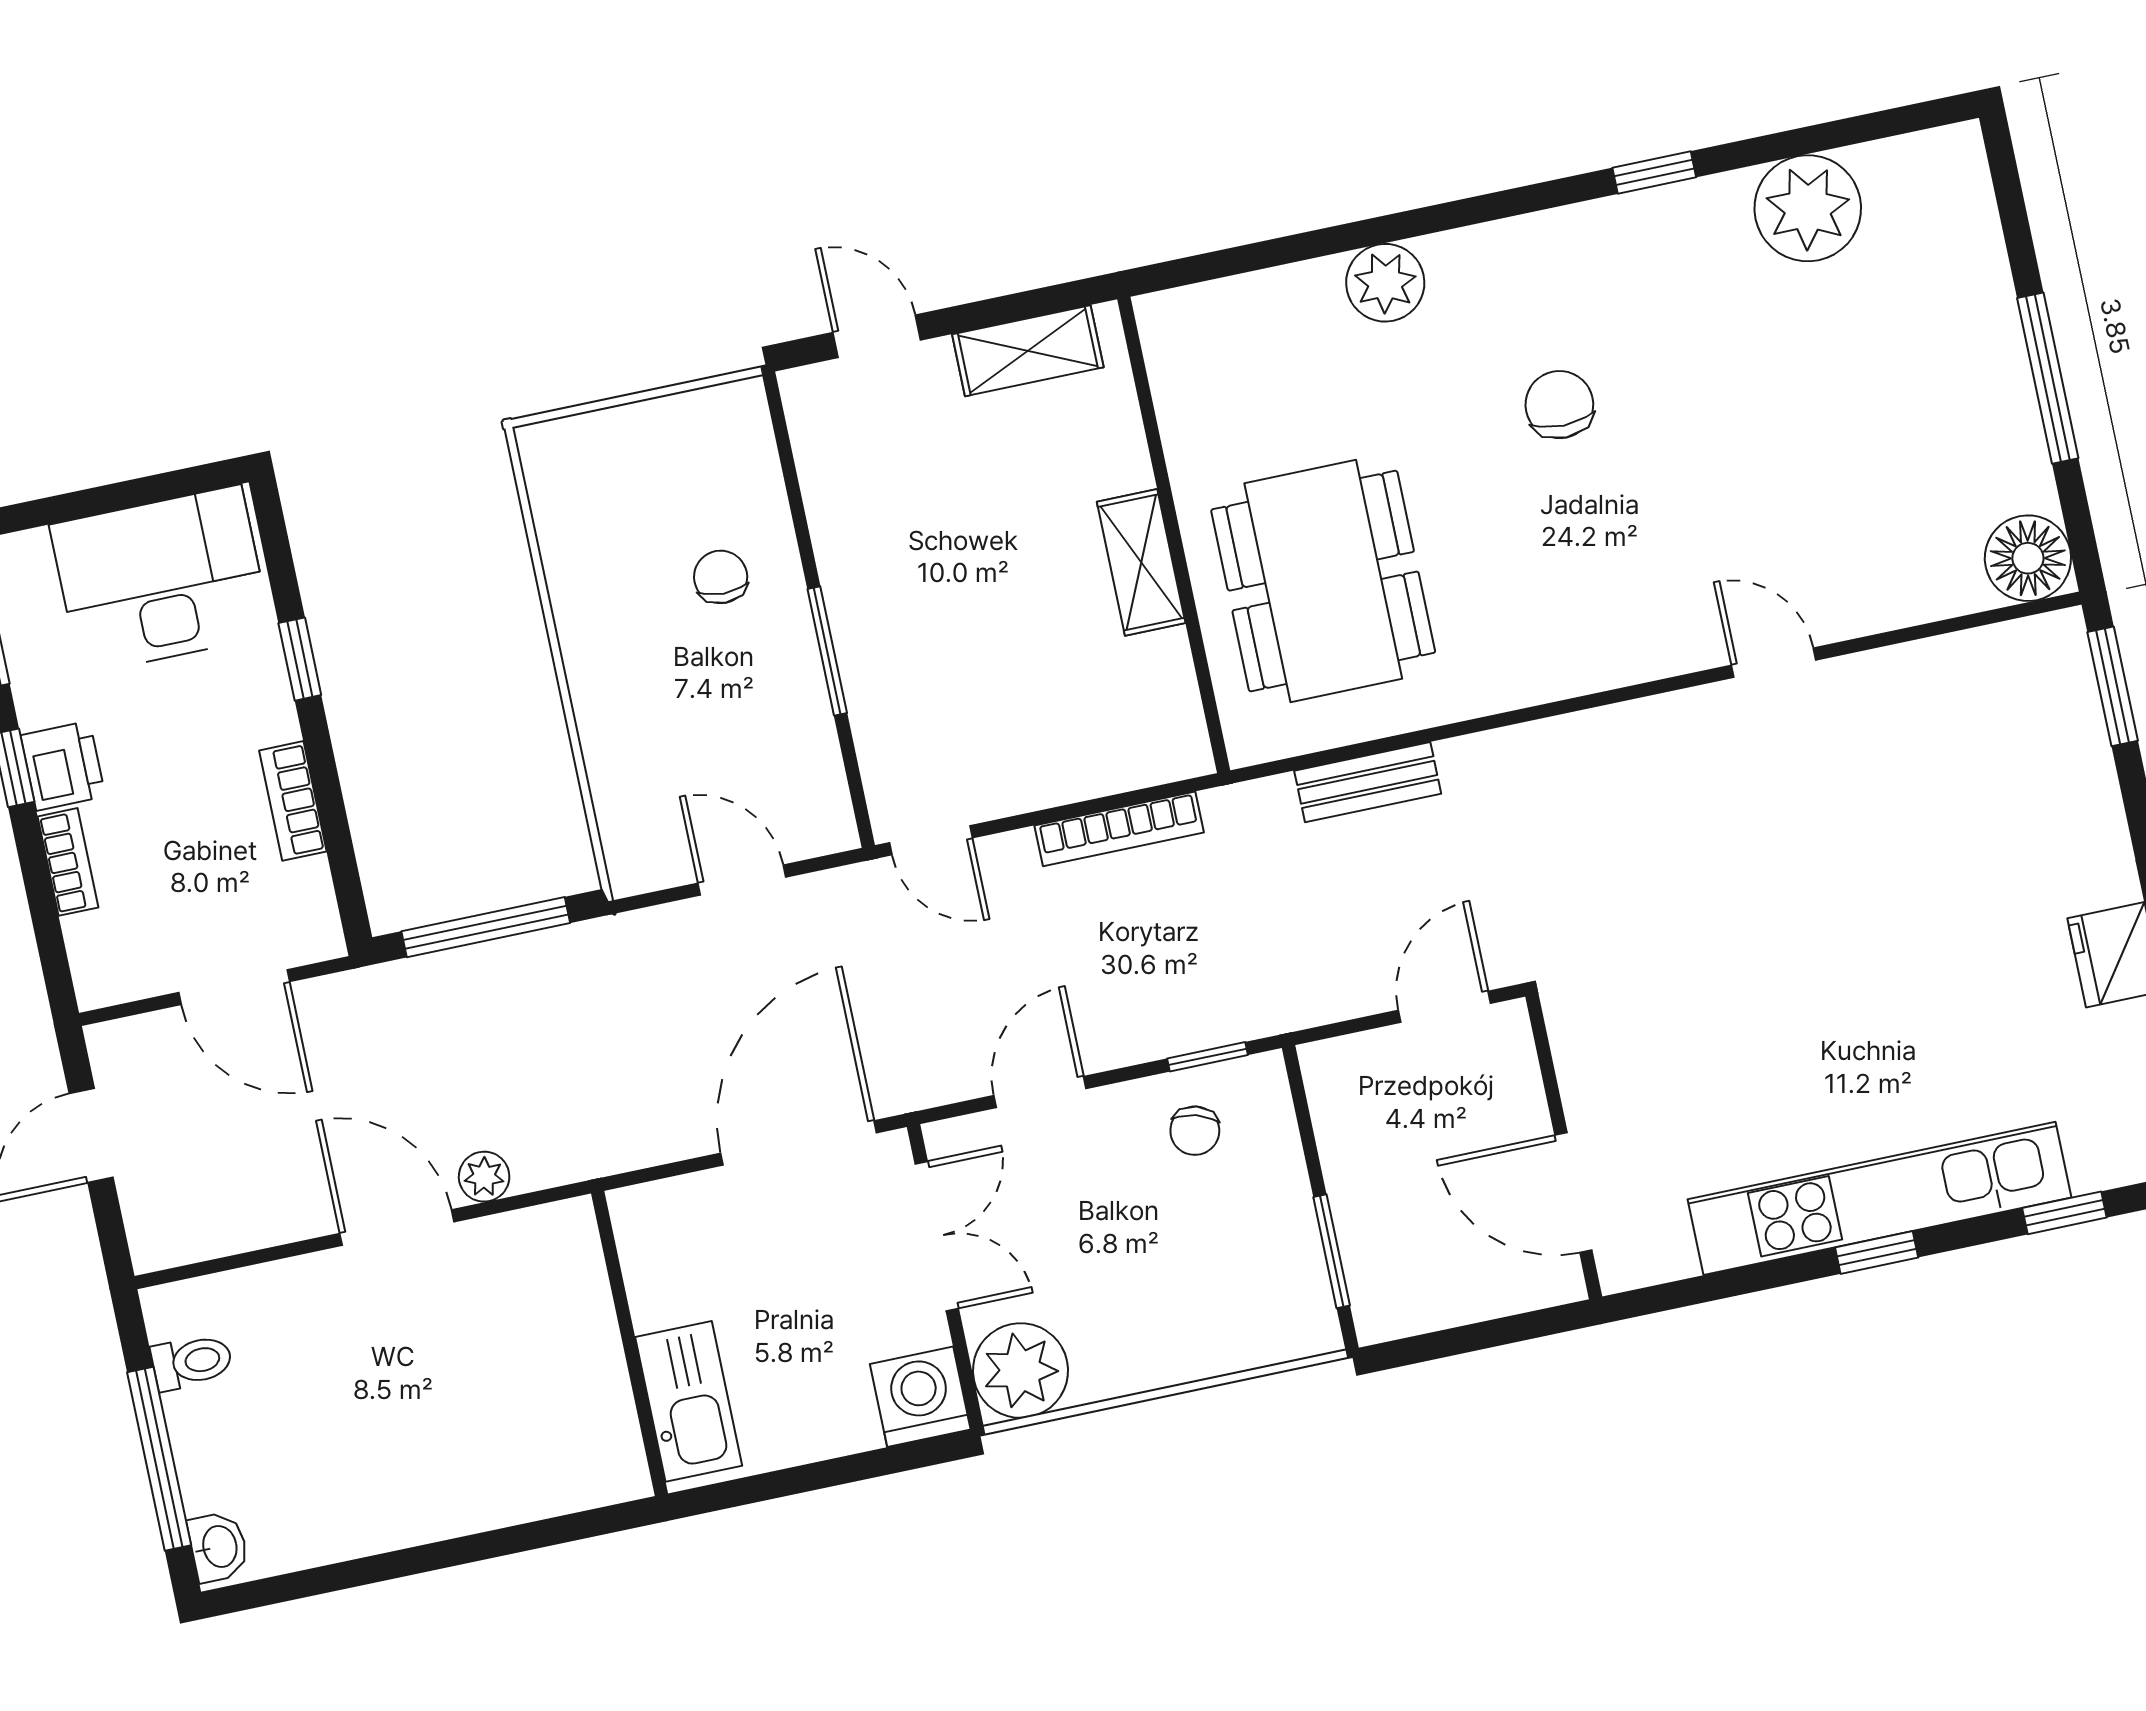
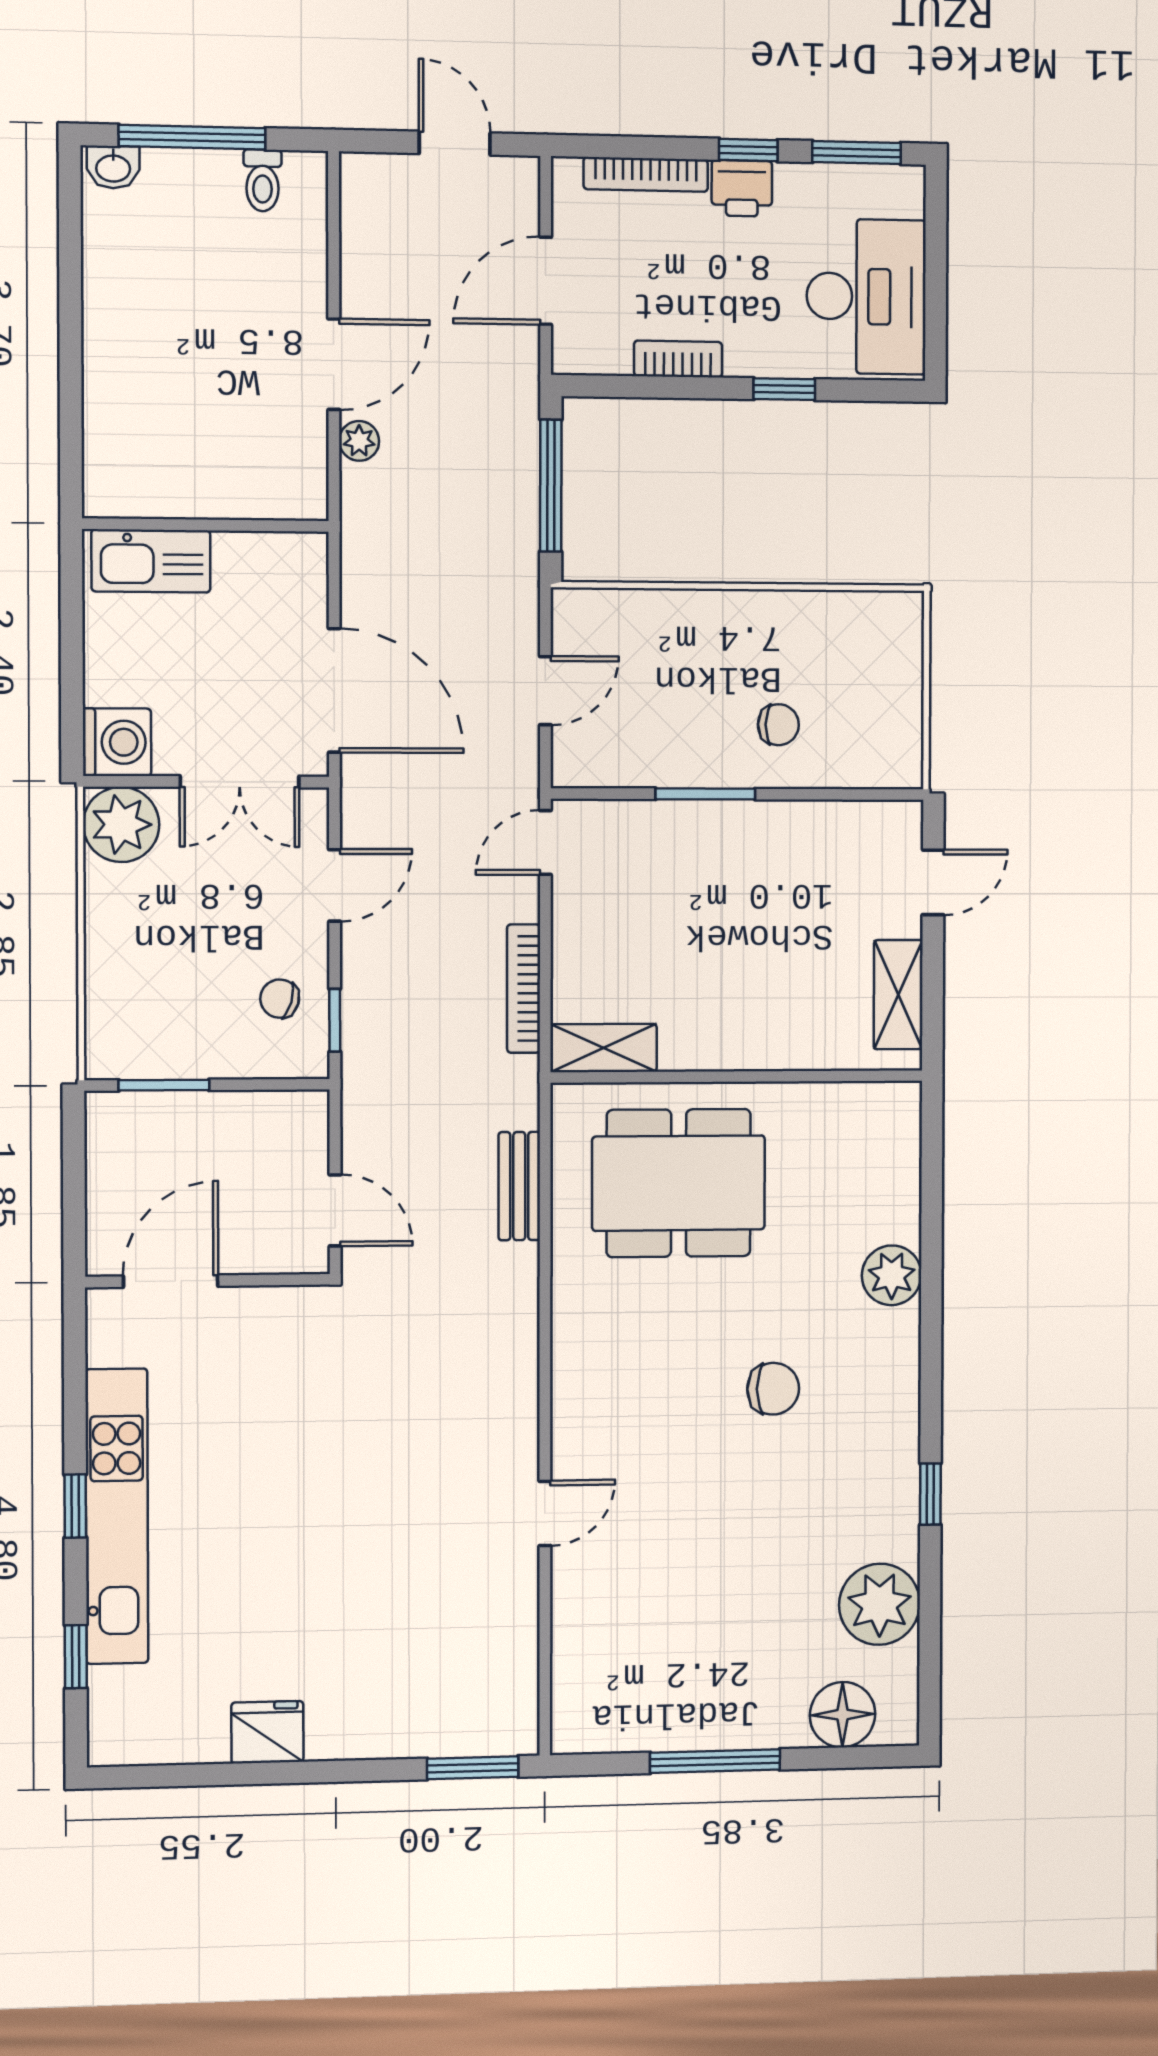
floor lamp: (2028, 558) -> (843, 1715), moved
shelving: (1141, 562) -> (604, 1048), moved
bookcase: (68, 862) -> (646, 174), width x1.56
door: (1040, 1092) -> (335, 885), hinge flipped

